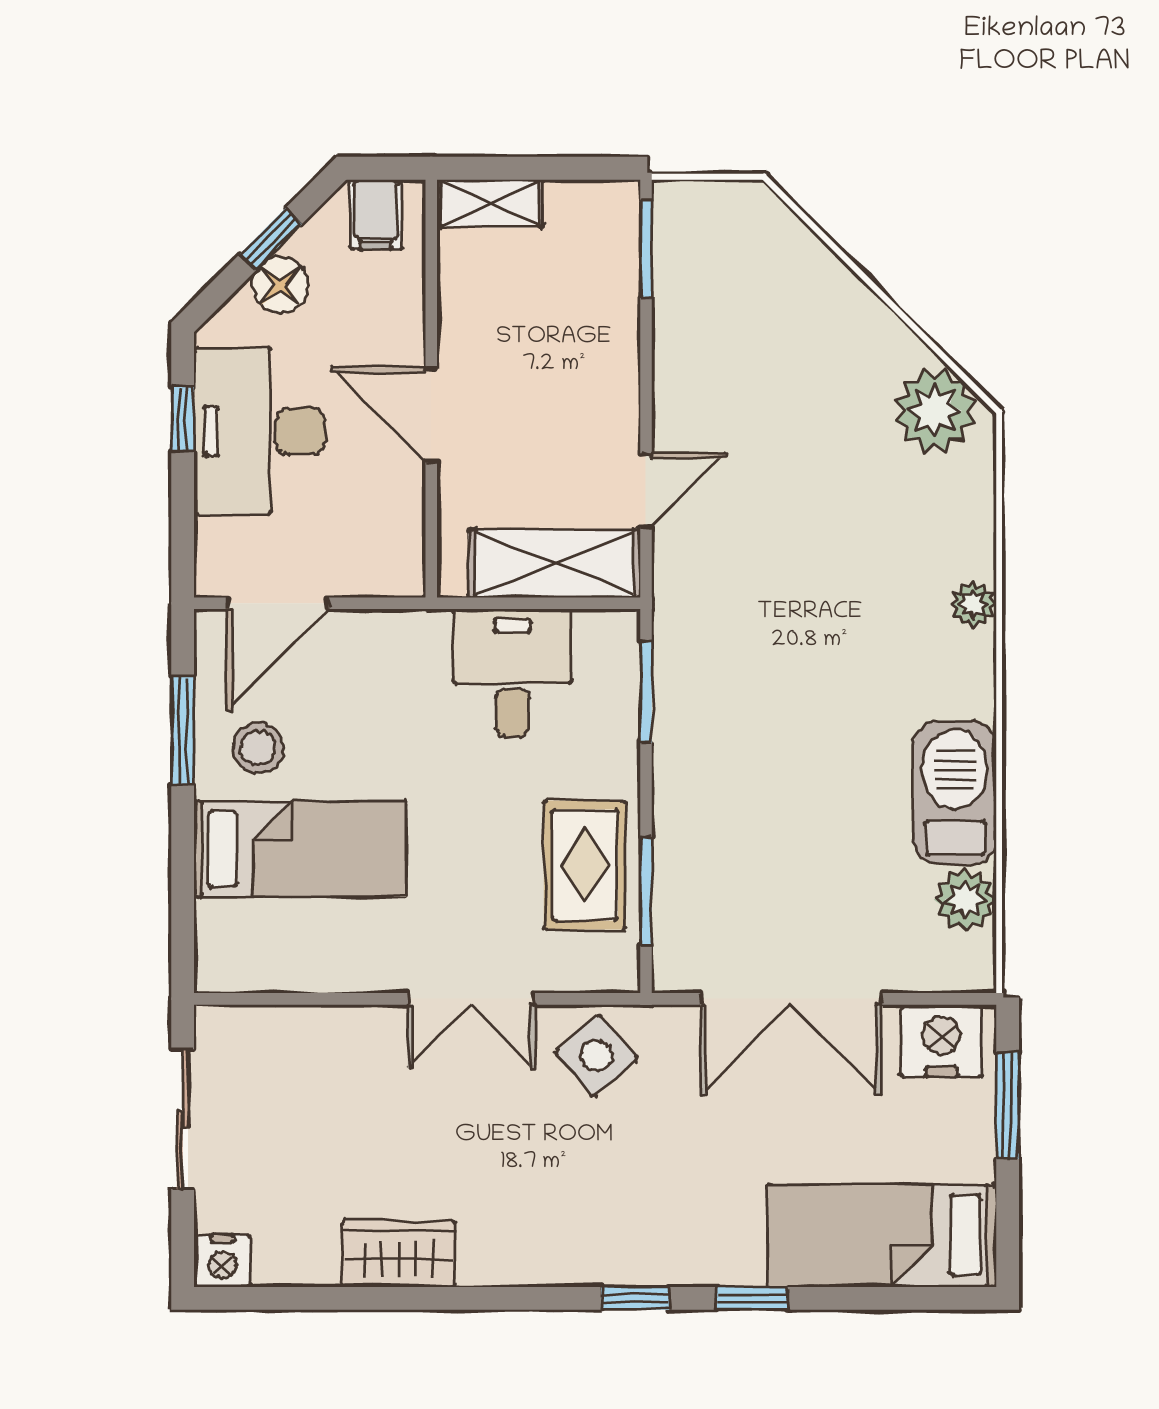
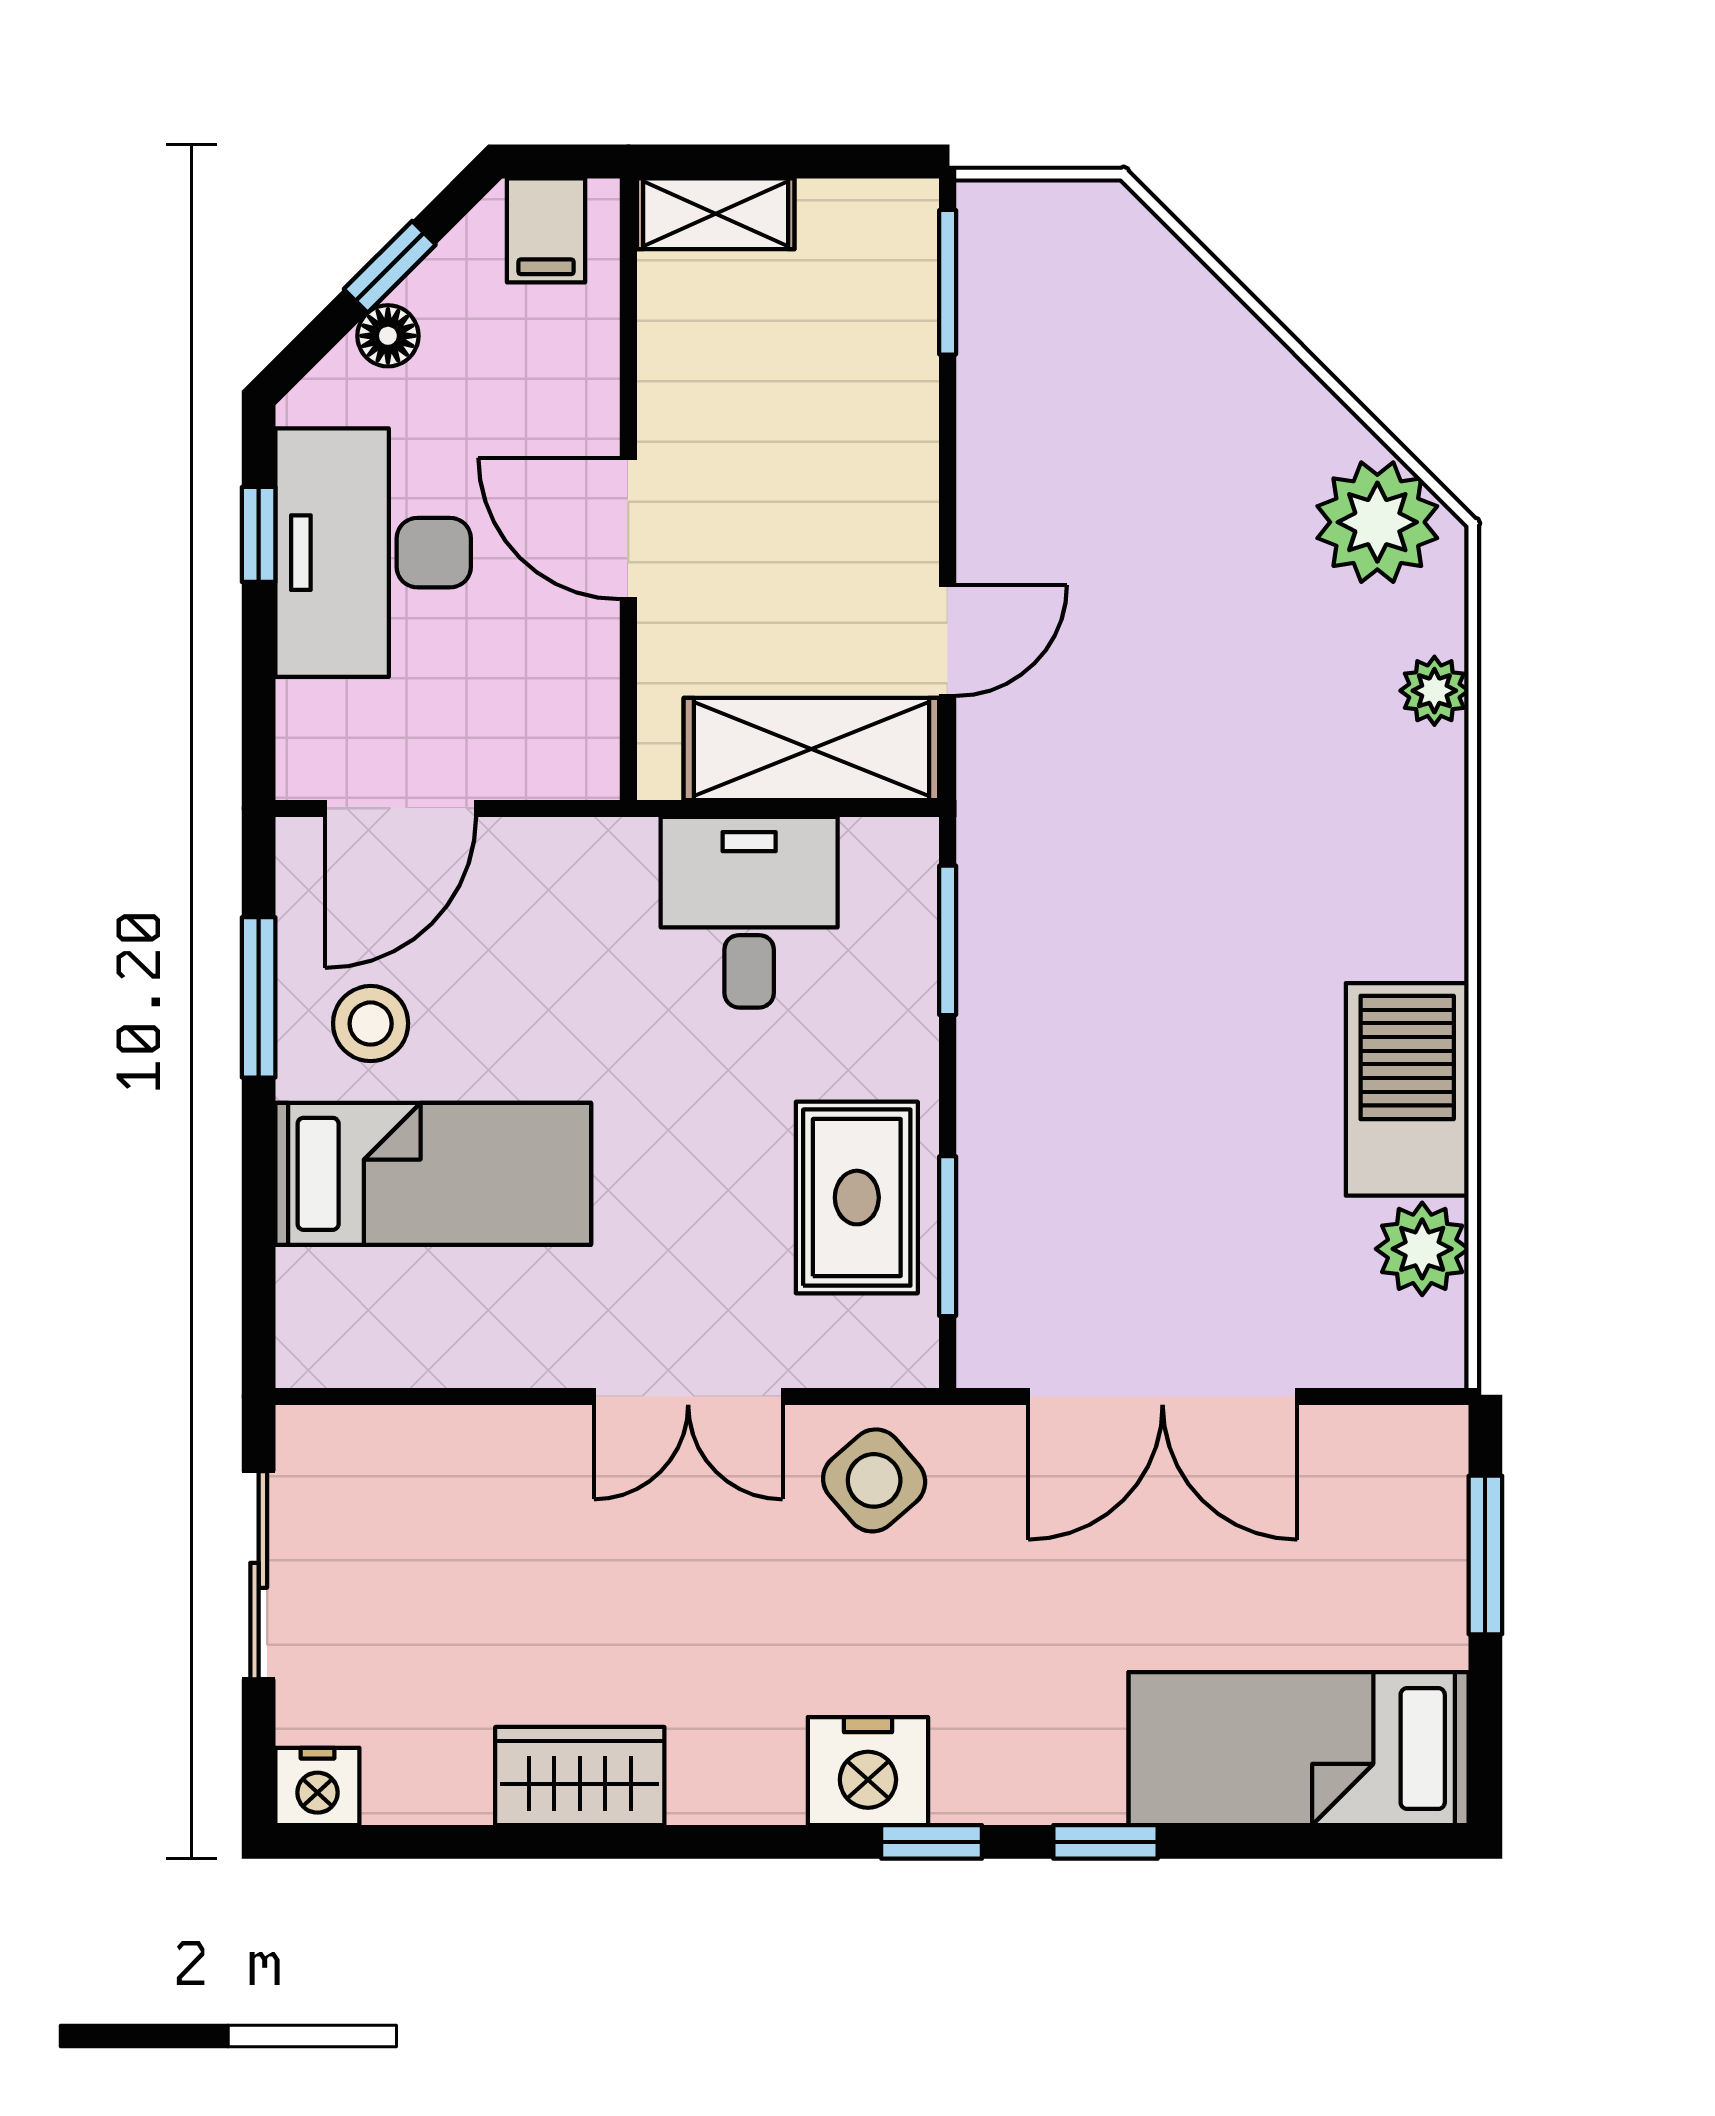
floor lamp: (280, 285) -> (388, 336), width x0.73, depth x0.73
plant: (973, 604) -> (1434, 691), moved
nightstand: (941, 1041) -> (868, 1771), moved, turned 180

